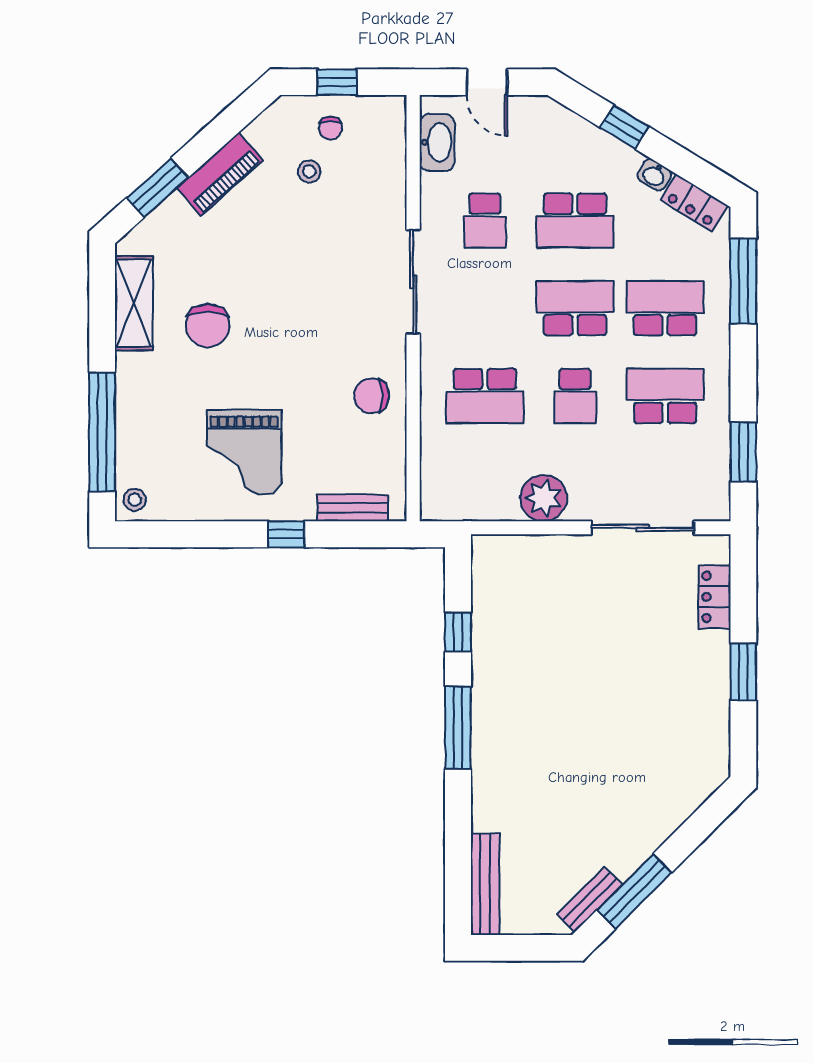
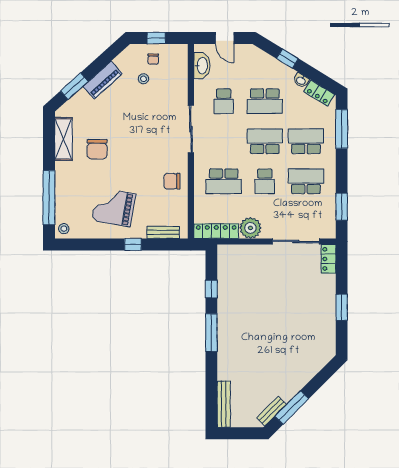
grand piano: (244, 453) -> (114, 207), turned 100
locker: (469, 505) -> (216, 231), added
locker: (715, 597) -> (328, 259), moved

